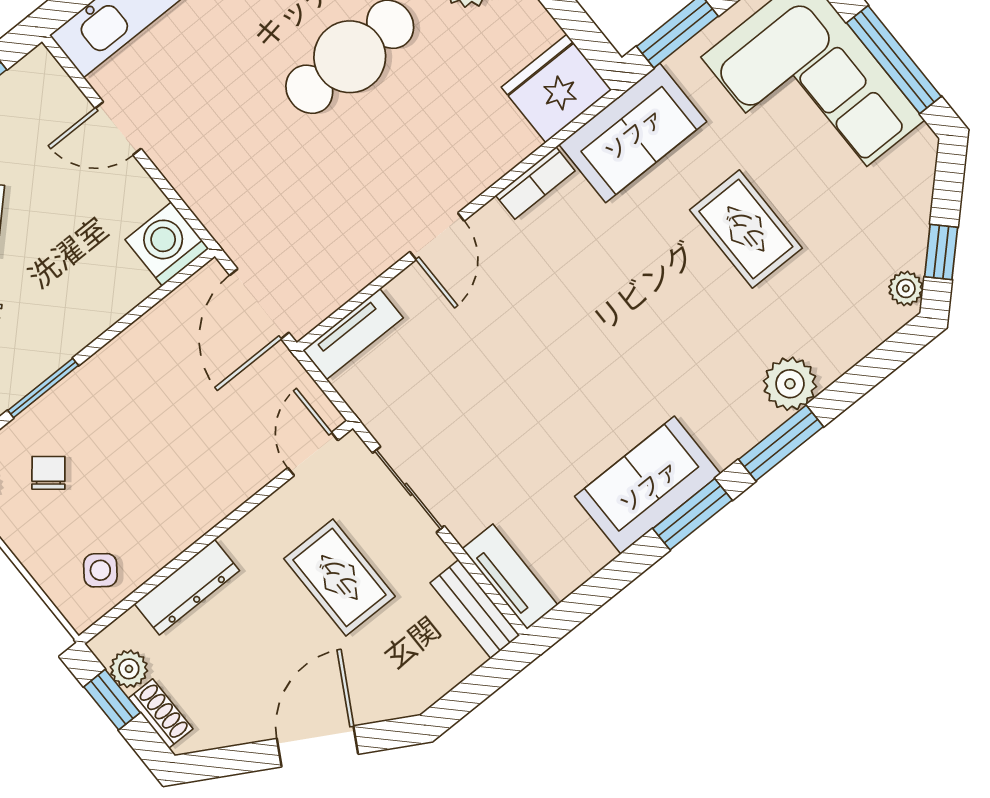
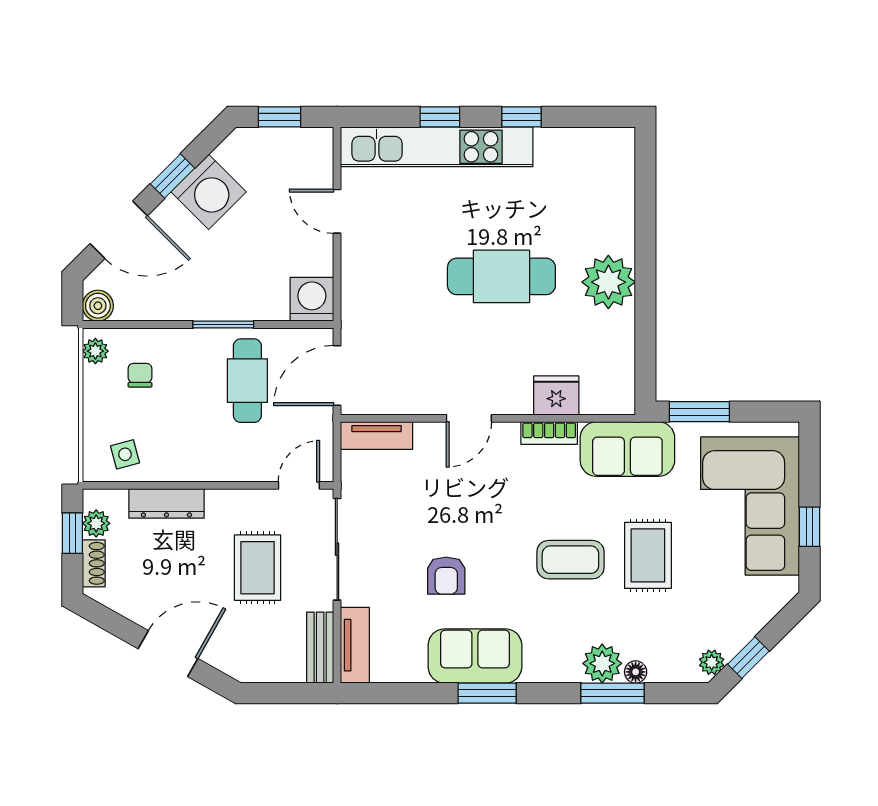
window: (894, 60) -> (809, 527), width x0.46
fridge: (556, 88) -> (556, 395), moved, width x0.73, depth x0.75
coffee table: (667, 300) -> (570, 560), added
floor lamp: (833, 364) -> (636, 672), added
cafe table: (168, 386) -> (247, 381), added
window: (43, 388) -> (223, 325), moved
armchair: (548, 424) -> (446, 576), added
window: (781, 443) -> (613, 693), moved
chair: (48, 473) -> (140, 375), turned -39
sliding door: (408, 489) -> (337, 549), width x1.37
side table: (100, 570) -> (125, 454), turned 38

